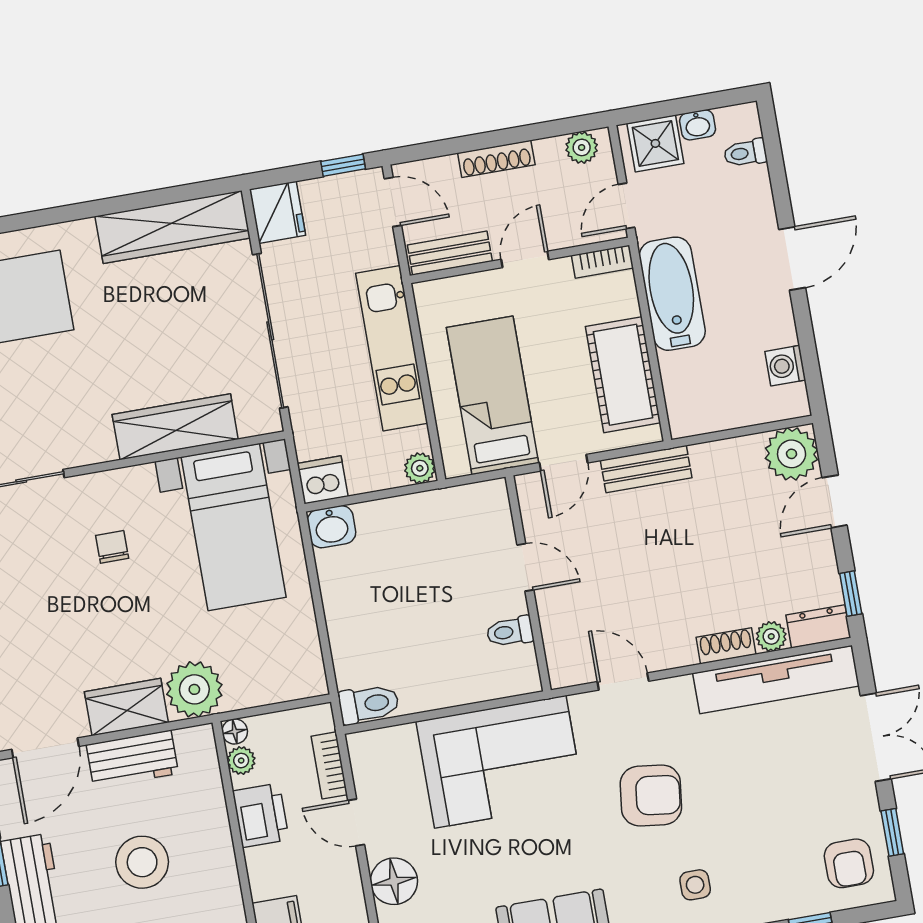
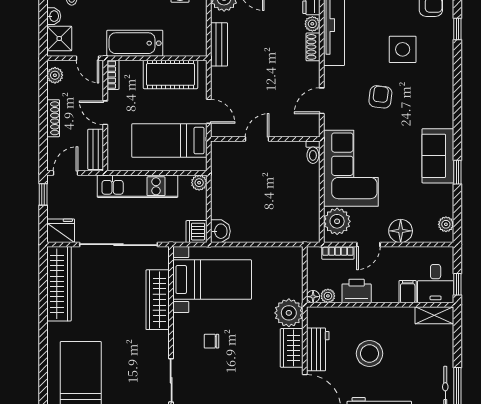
bench: (646, 469) -> (219, 44), moved
toilet: (510, 632) -> (313, 152), moved
toilet: (369, 704) -> (311, 228), removed
plant: (391, 753) -> (337, 221), added
armchair: (651, 795) -> (380, 97), width x0.72, depth x0.72
side table: (695, 885) -> (403, 49), moved, width x1.87, depth x1.87

